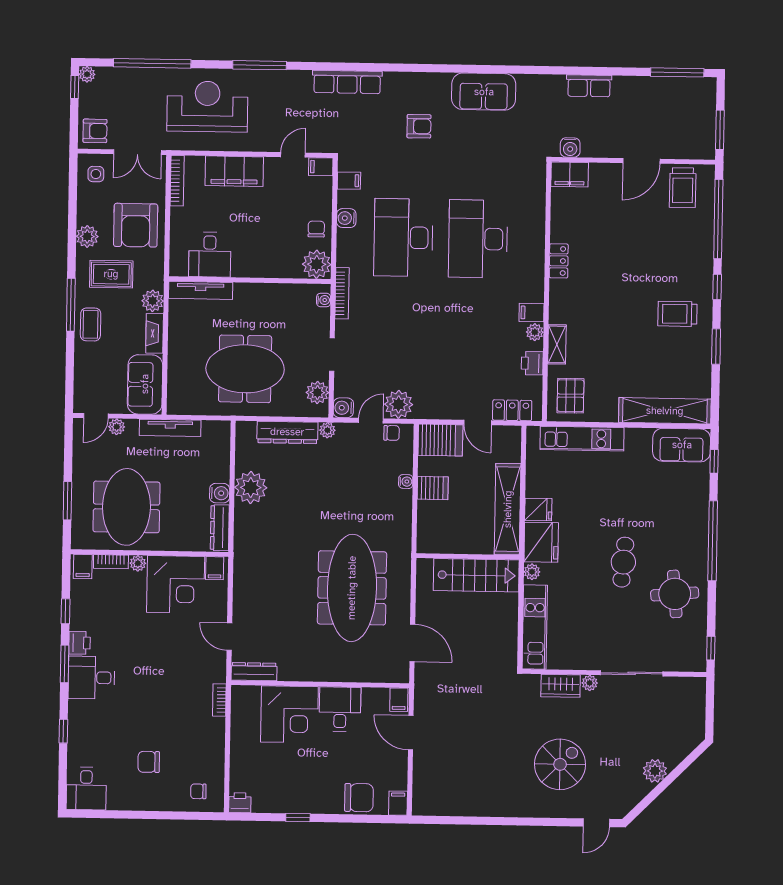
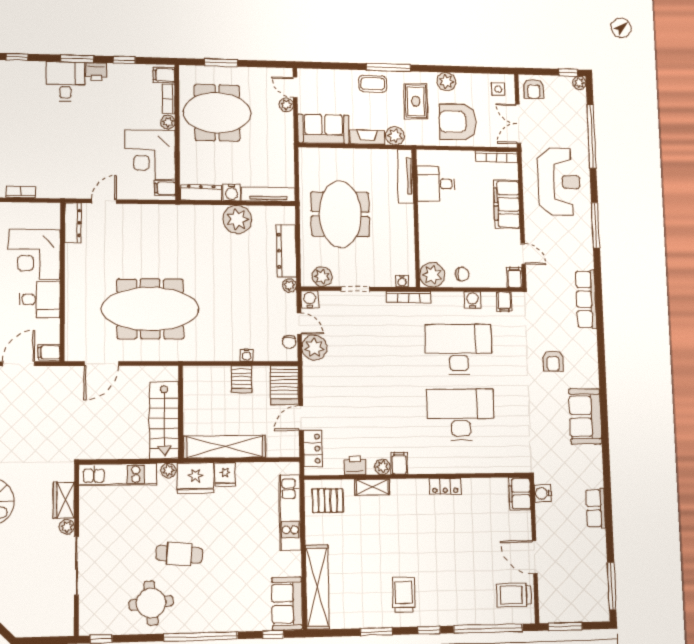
tv unit: (170, 428) -> (268, 194), moved, turned 90
bookcase: (219, 700) -> (21, 192), moved

